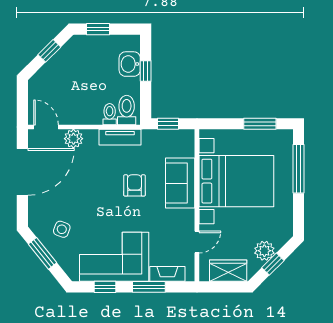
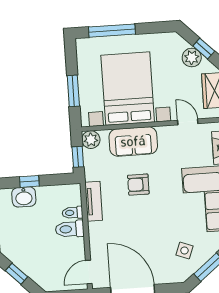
toilet: (127, 110) -> (70, 229), moved
window: (260, 124) -> (73, 91), moved
plant: (73, 139) -> (91, 140), moved

